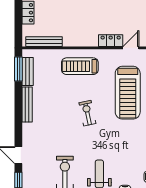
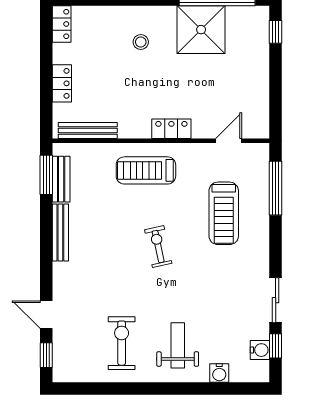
locker: (111, 41) -> (171, 129), moved
treadmill: (128, 93) -> (224, 213), width x0.73, depth x0.73

